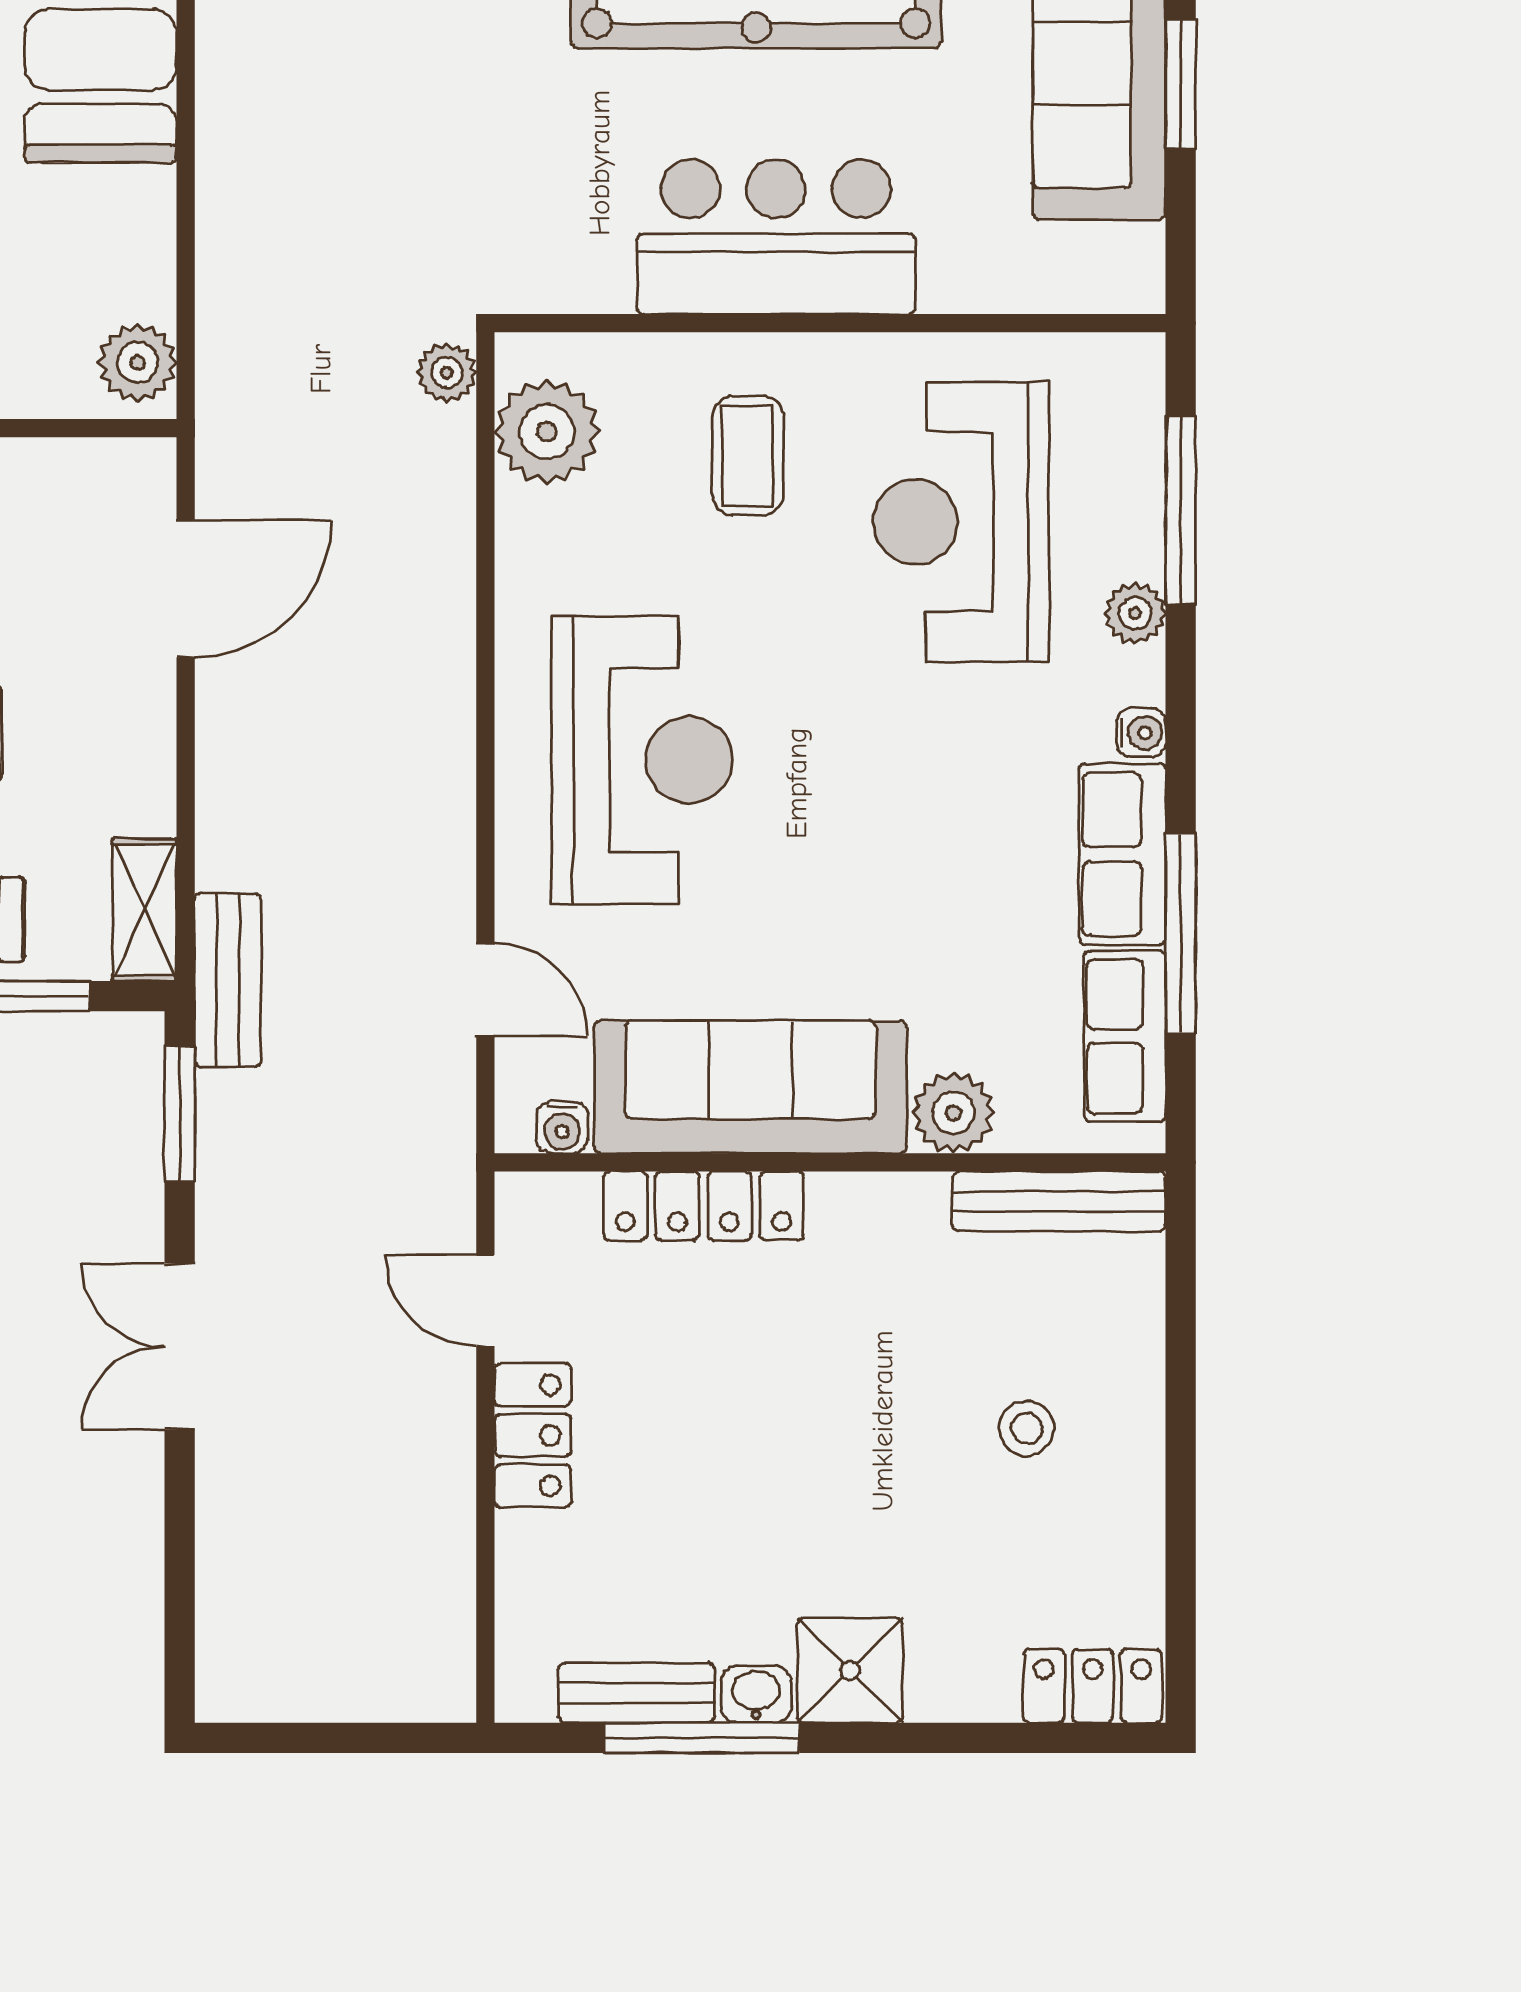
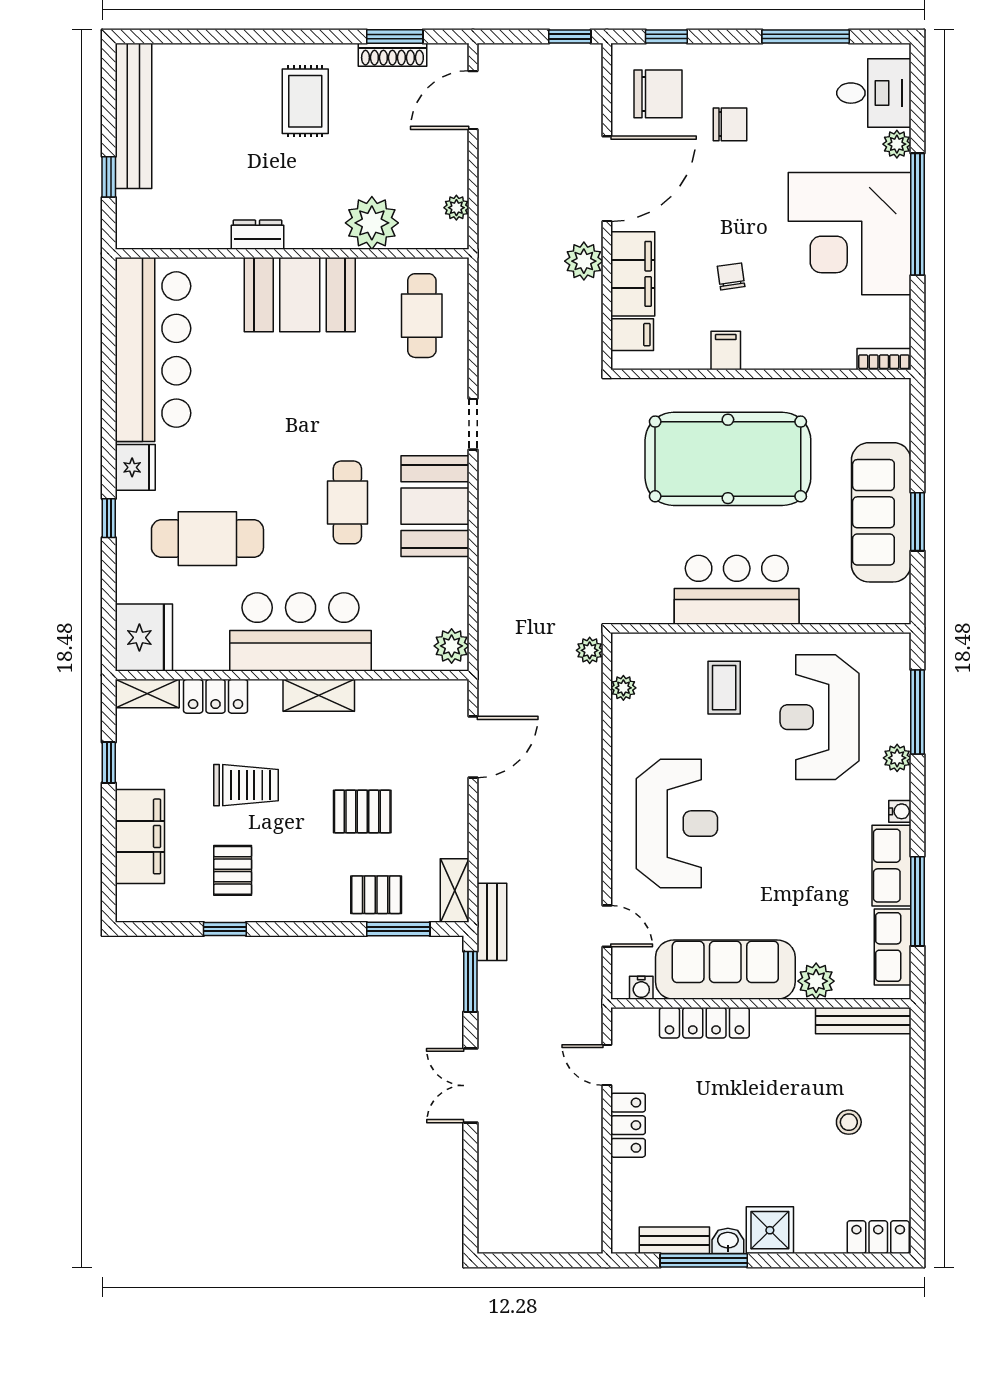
plant: (547, 432) -> (623, 688), width x0.53, depth x0.53

